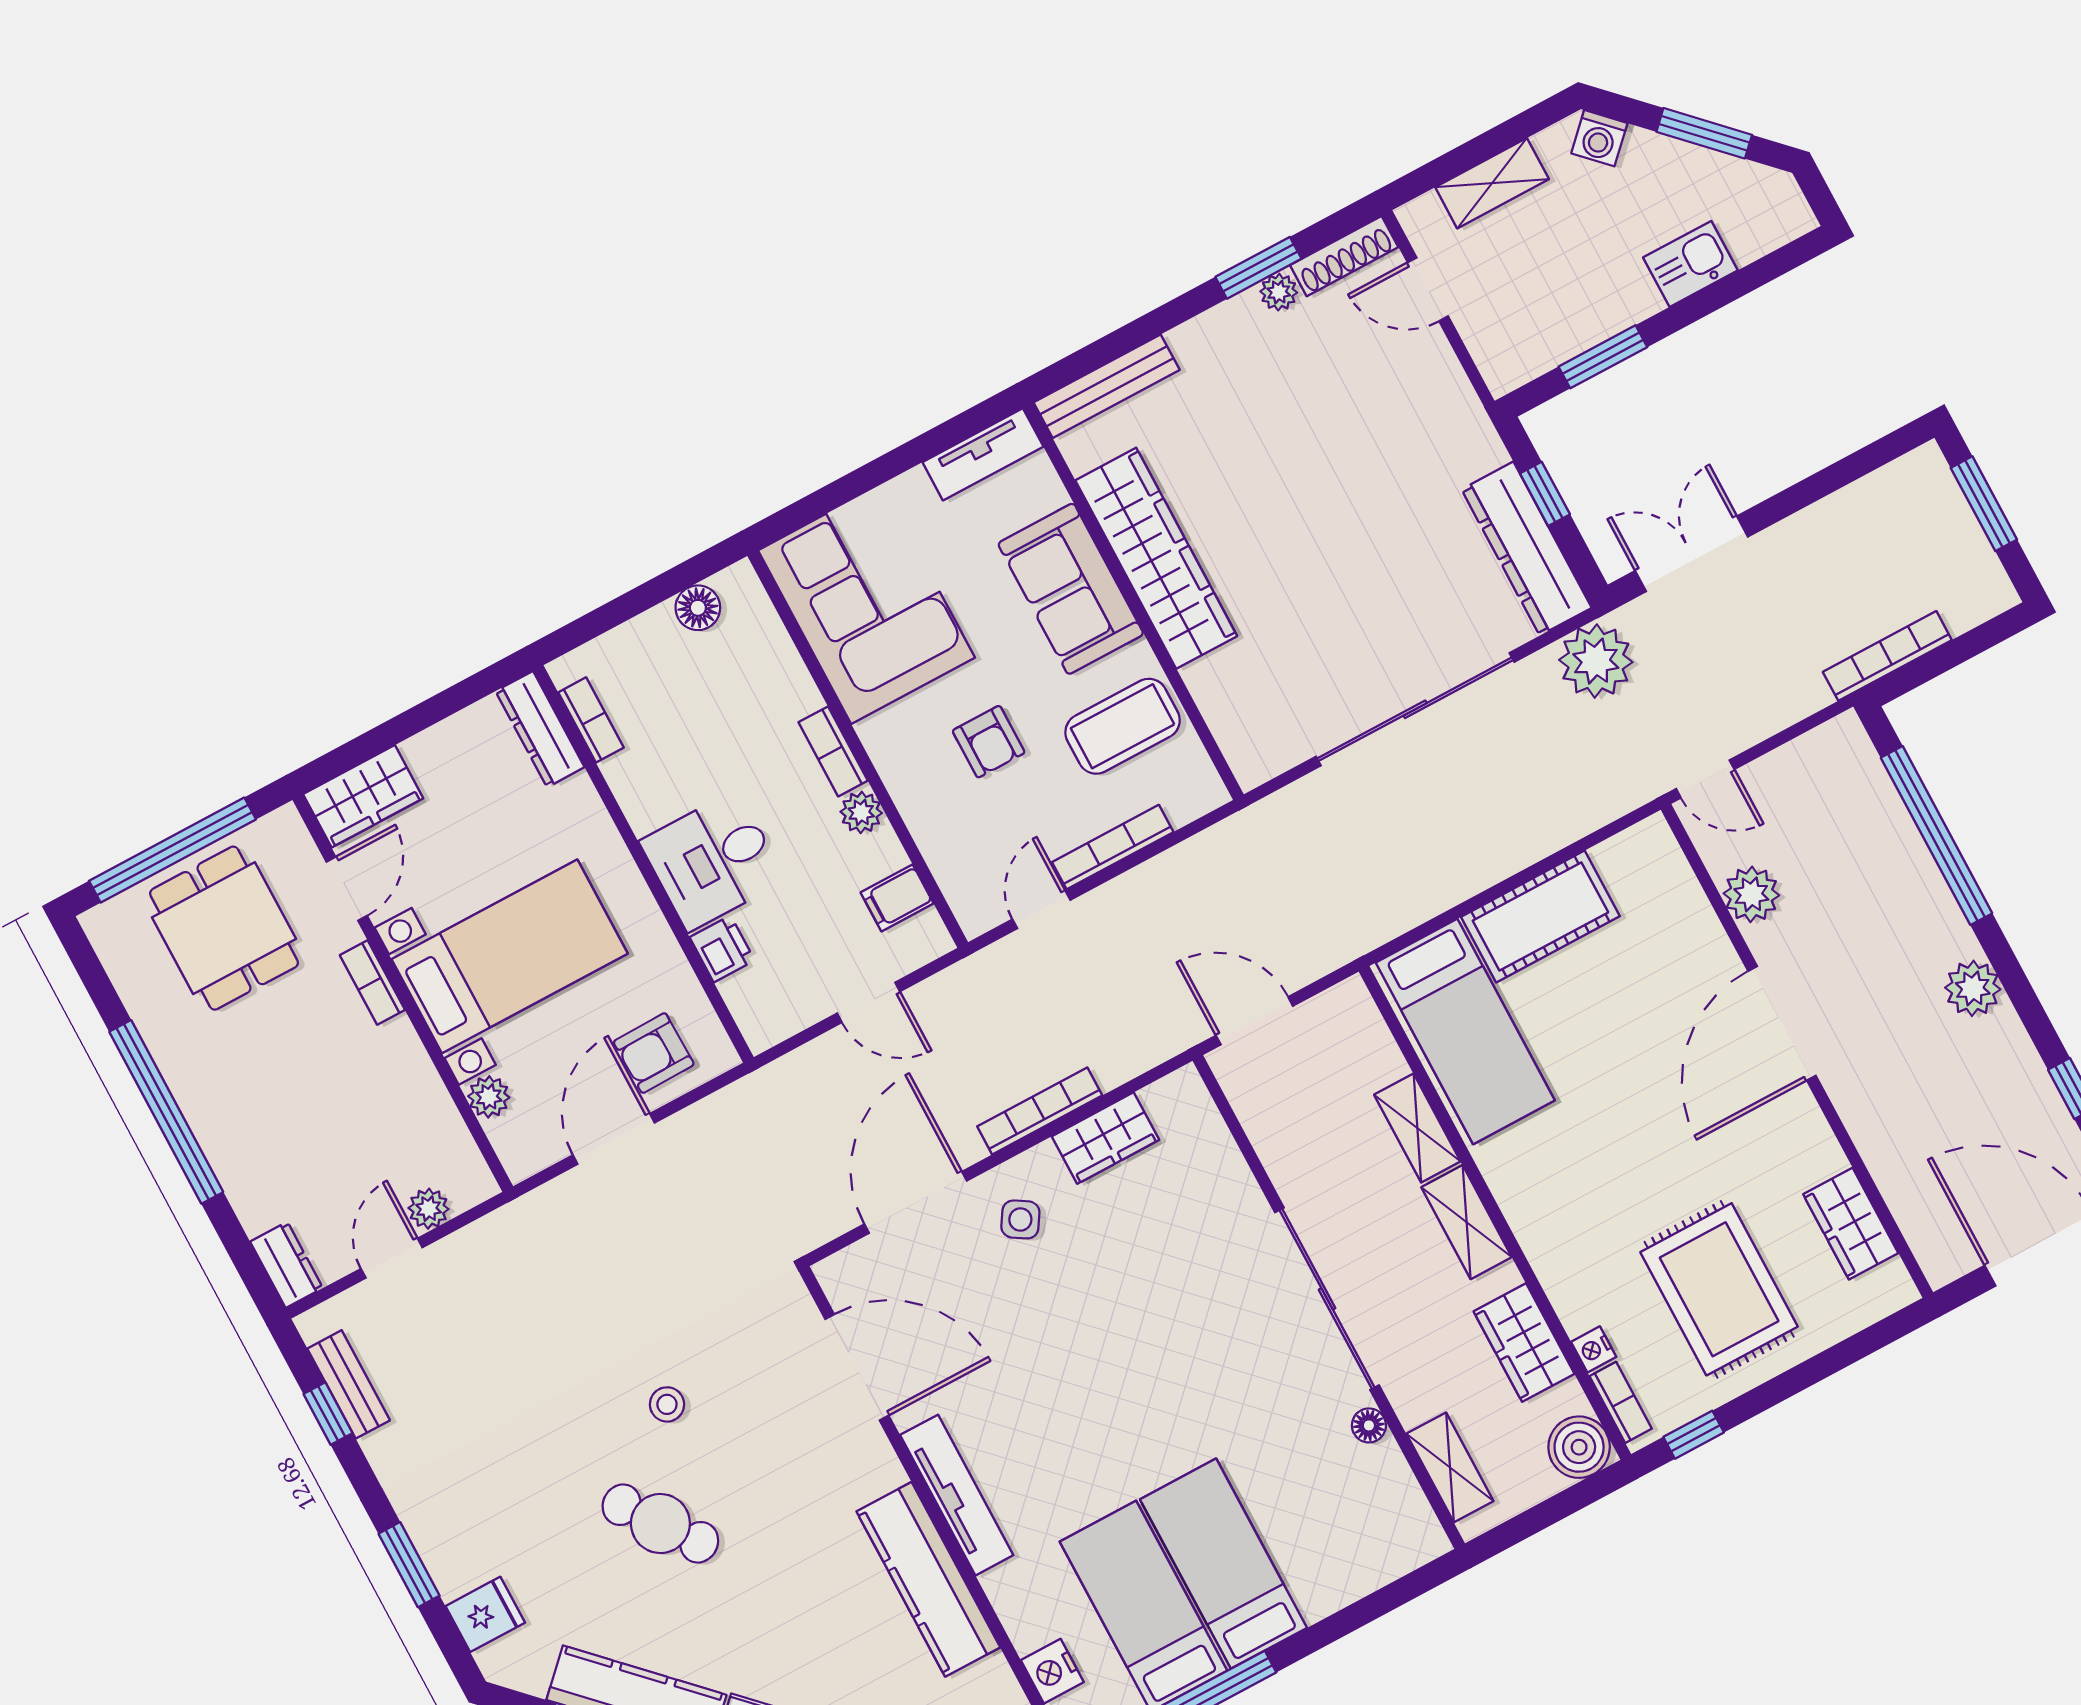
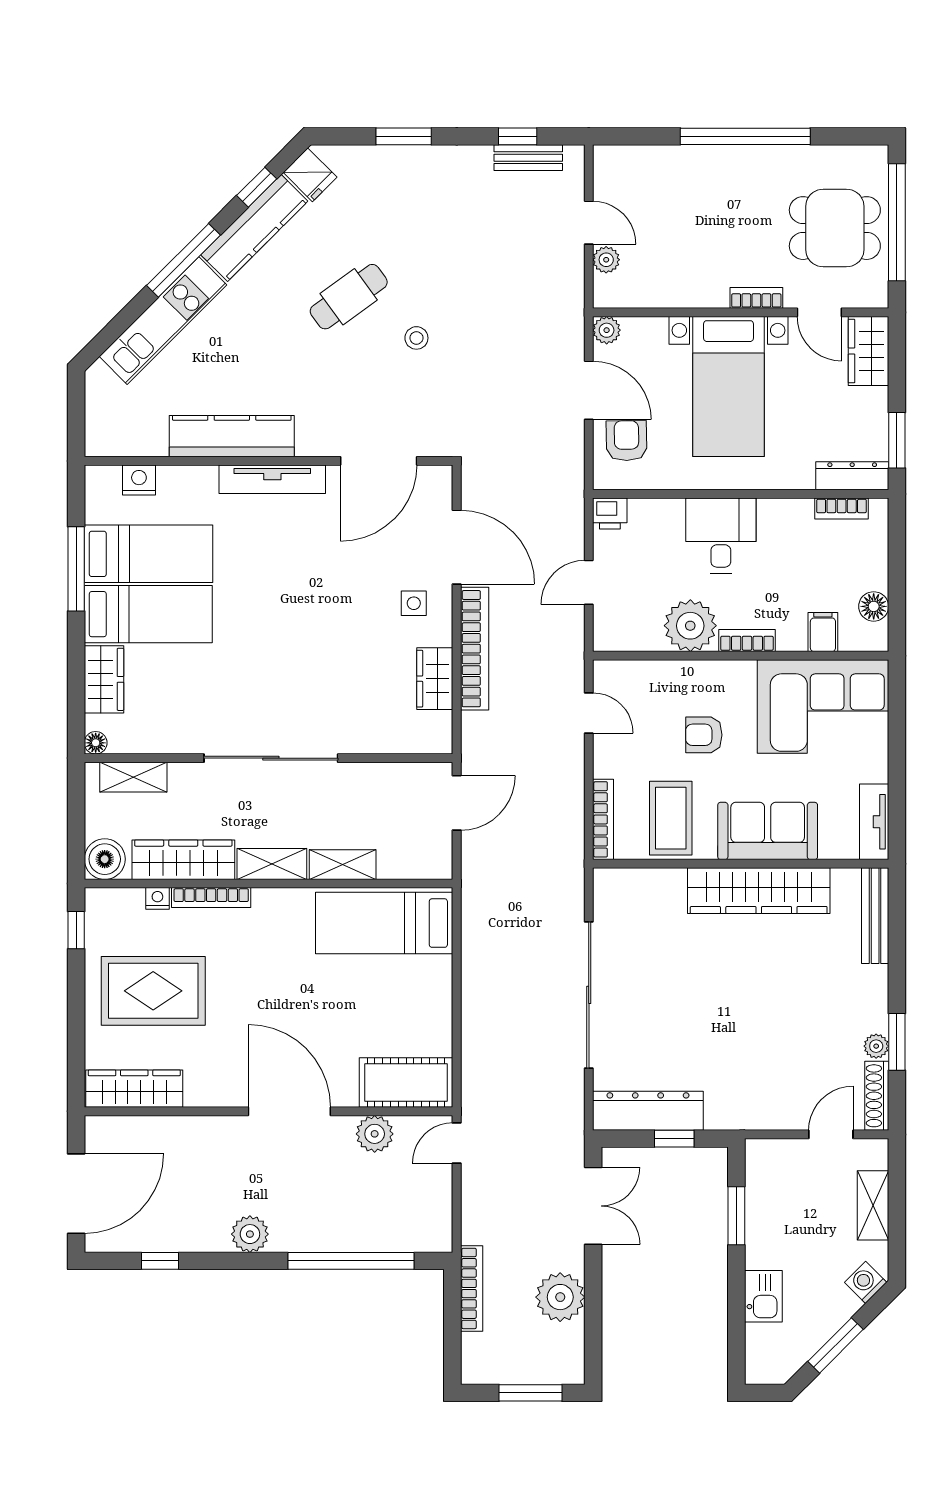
plant: (1596, 661) -> (560, 1297), moved
window: (461, 695) -> (897, 440), added
plant: (861, 812) -> (690, 626), width x1.87, depth x1.87
bookcase: (1113, 847) -> (603, 819), moved
filing cabinet: (897, 898) -> (823, 632), moved
cot: (1540, 917) -> (406, 1083), moved, turned 90
printer: (722, 949) -> (610, 513), moved
plant: (489, 1097) -> (607, 330), moved
bookcase: (1040, 1111) -> (475, 649), width x1.48, depth x1.31
side table: (1020, 1219) -> (414, 603), turned -32
wardrobe: (1851, 1224) -> (134, 1089), width x1.50
dresser: (286, 1265) -> (618, 159), removed
wardrobe: (1524, 1343) -> (183, 860), width x1.50
bookcase: (1621, 1402) -> (211, 898), moved, width x1.56
floor lamp: (1369, 1425) -> (96, 743), moved
wardrobe: (1341, 1576) -> (104, 679), added
fridge: (485, 1614) -> (310, 175), moved, turned -45

